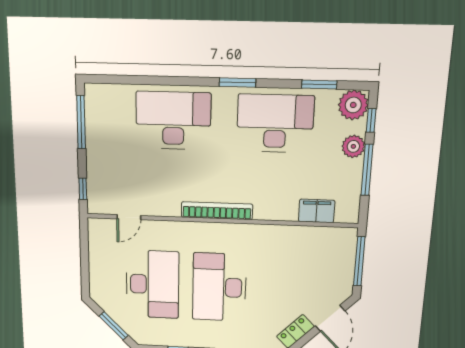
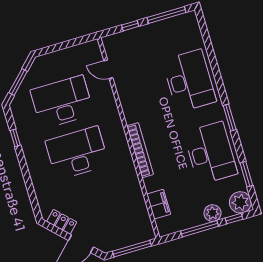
window: (83, 189) -> (130, 26), moved
bookcase: (217, 211) -> (140, 150), moved
desk: (152, 284) -> (62, 102), turned 180

